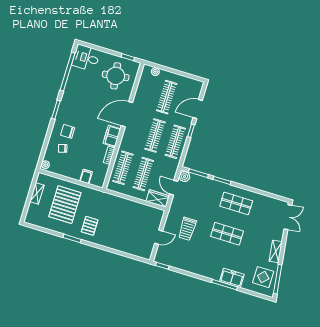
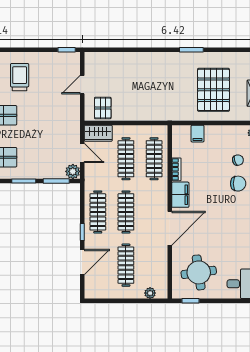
pallet: (90, 226) -> (103, 108), moved
trolley: (187, 229) -> (20, 77), moved

